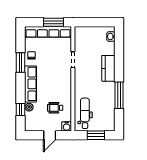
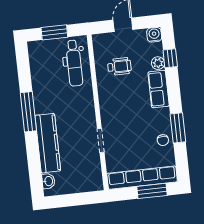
window: (54, 22) -> (152, 191), moved
kitchen counter: (108, 68) -> (48, 143), width x1.50
row of seats: (31, 84) -> (159, 89), width x0.68
window: (119, 95) -> (28, 112), moved
water cooler: (67, 126) -> (154, 35), moved

